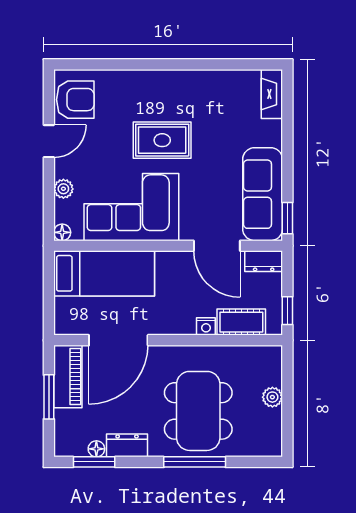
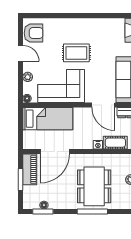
door: (49, 141) -> (20, 53), hinge flipped
dresser: (127, 445) -> (59, 203), removed

